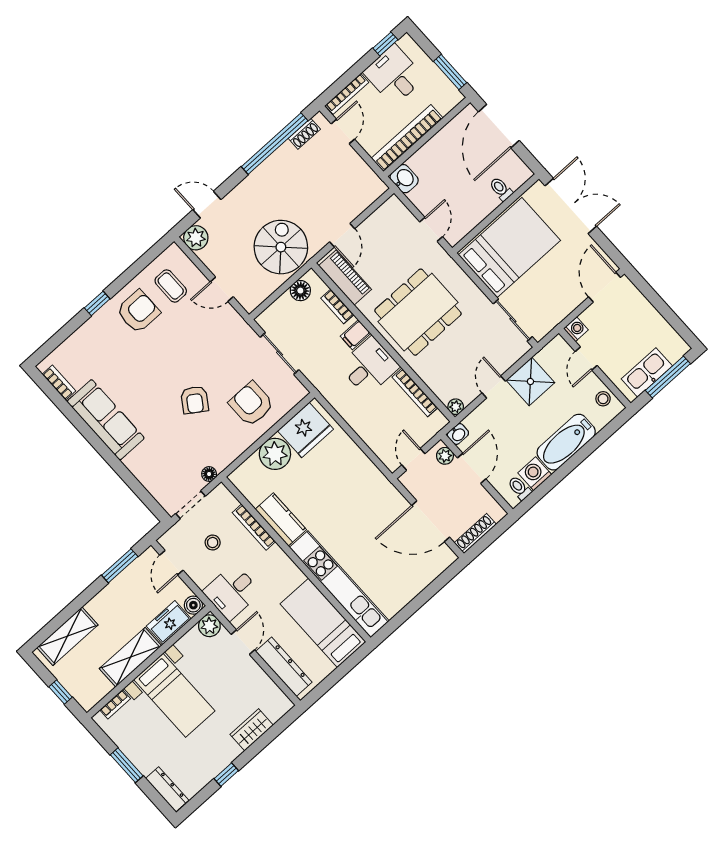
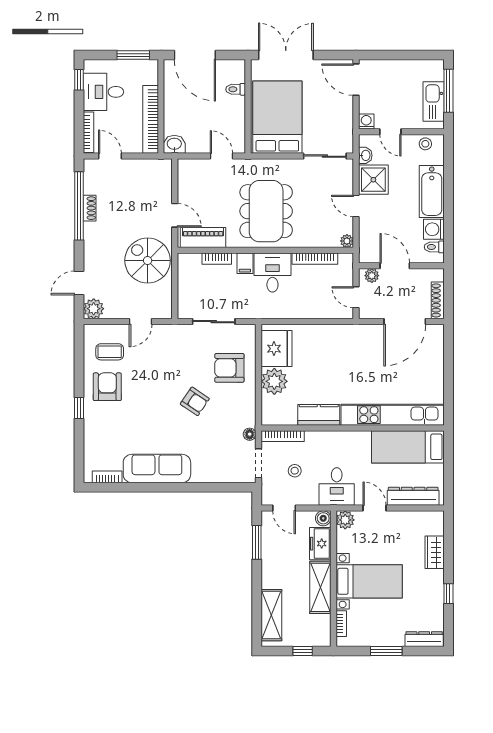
shoe rack: (304, 134) -> (90, 208), moved
floor lamp: (300, 291) -> (186, 273), removed
washbasin: (458, 434) -> (365, 155), moved
bookcase: (254, 527) -> (283, 436), moved

